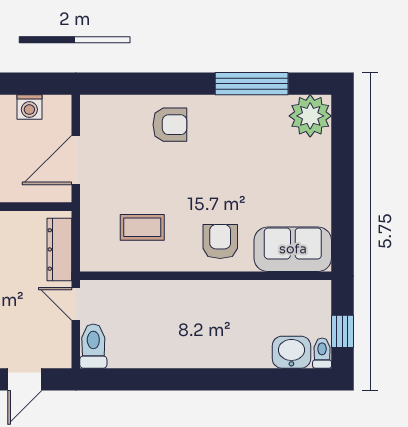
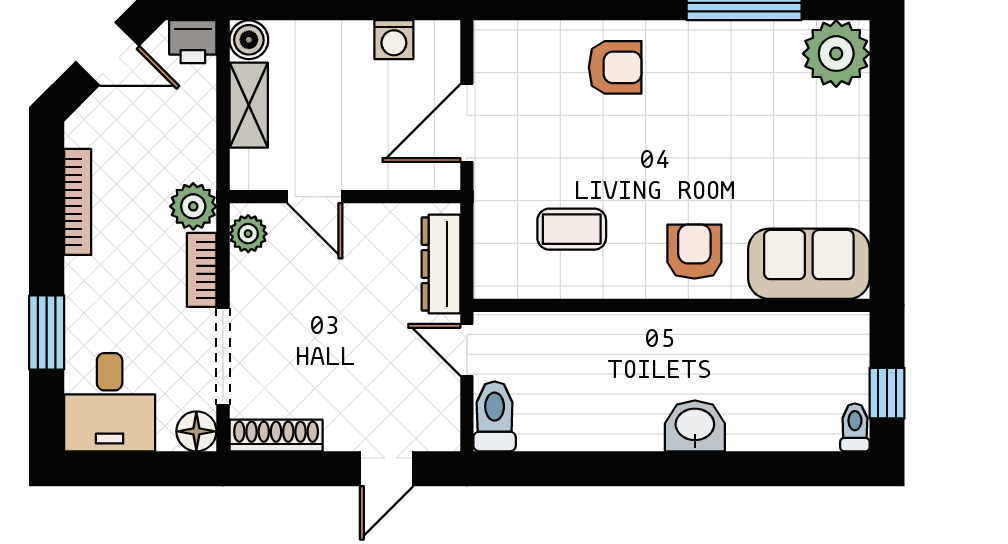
washbasin: (291, 352) -> (695, 426), moved

